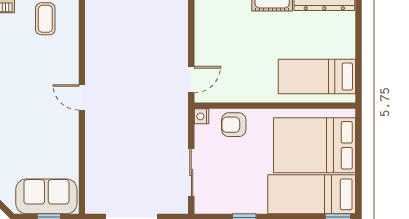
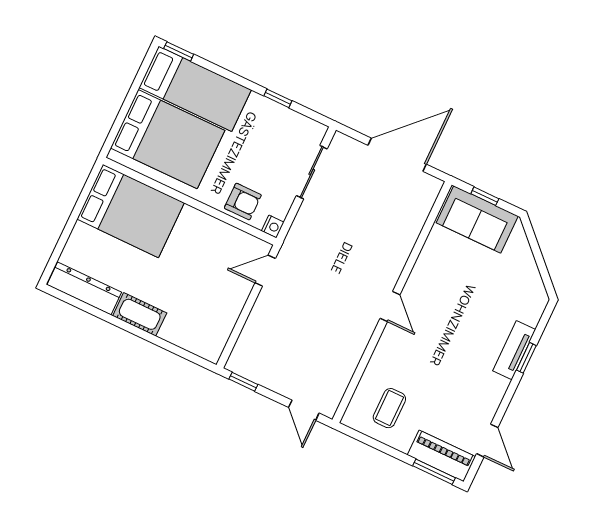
bed: (317, 76) -> (131, 211), width x1.50

